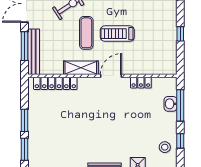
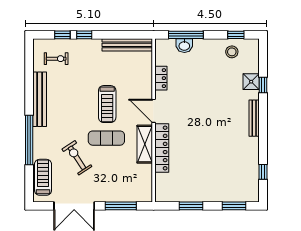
window: (180, 34) -> (84, 35), moved
bench: (34, 52) -> (127, 45), moved
locker: (55, 83) -> (162, 148), moved
window: (24, 120) -> (191, 206), moved
window: (180, 141) -> (236, 35), moved

